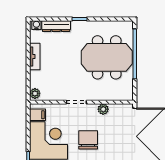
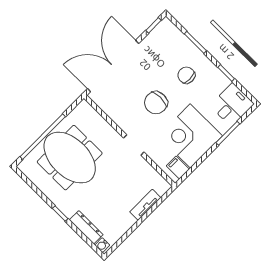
tv unit: (35, 57) -> (145, 205), moved
plant: (35, 93) -> (162, 188), removed
plant: (103, 109) -> (117, 116), removed

